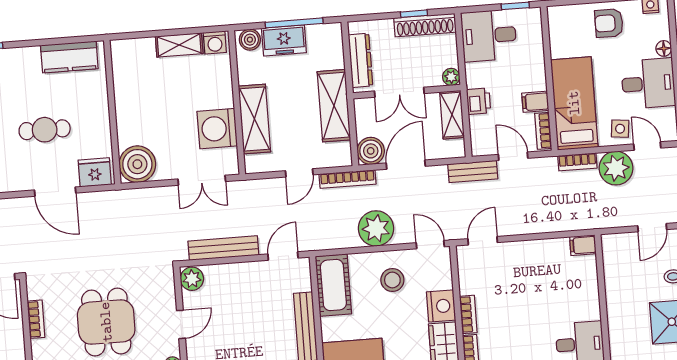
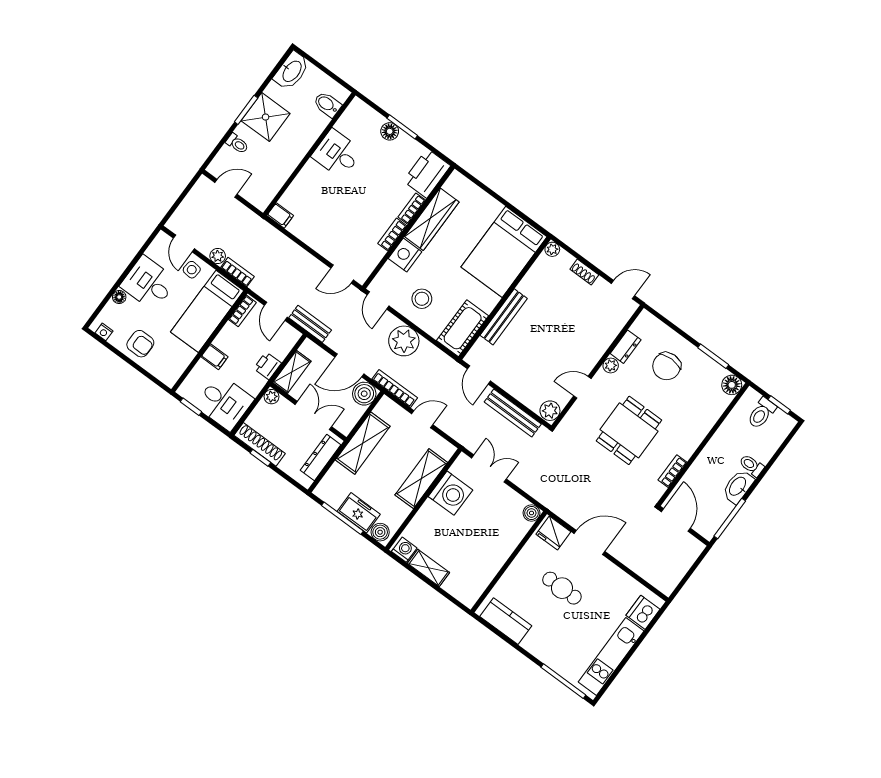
filing cabinet: (535, 102) -> (214, 357), moved
boiler: (137, 164) -> (532, 513), width x0.54, depth x0.54
plant: (616, 168) -> (218, 256), width x0.53, depth x0.53
door: (55, 192) -> (589, 543), hinge flipped
door: (283, 256) -> (479, 375), hinge flipped

